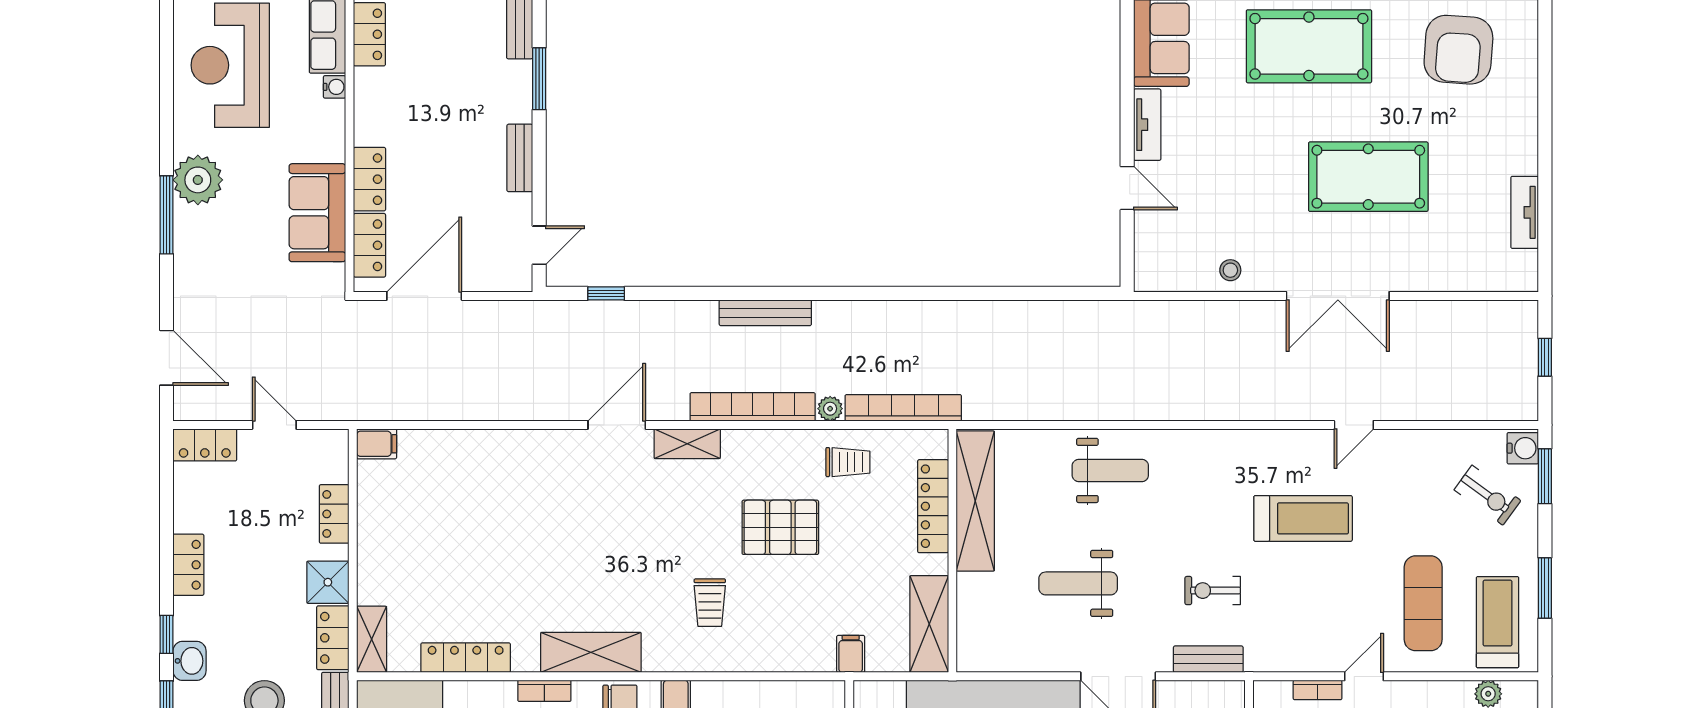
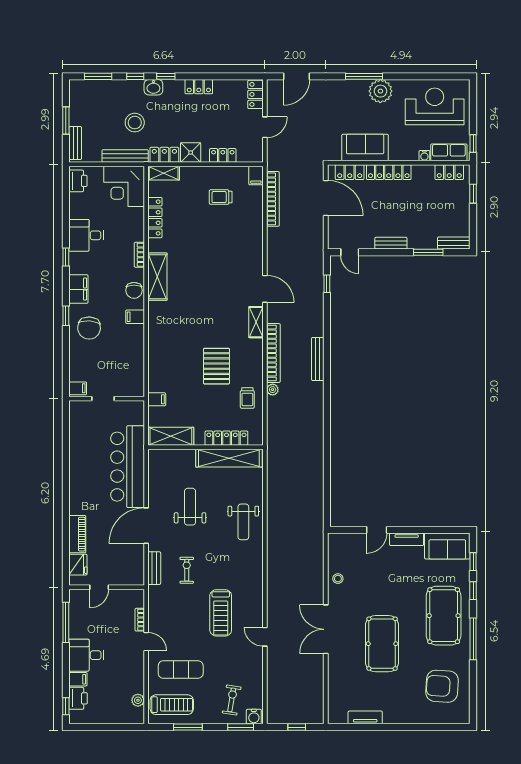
locker: (369, 179) -> (389, 172), width x1.53
bookcase: (903, 408) -> (273, 199), moved
exercise bike: (1487, 495) -> (232, 700), turned 153
trolley: (710, 603) -> (221, 197), moved

